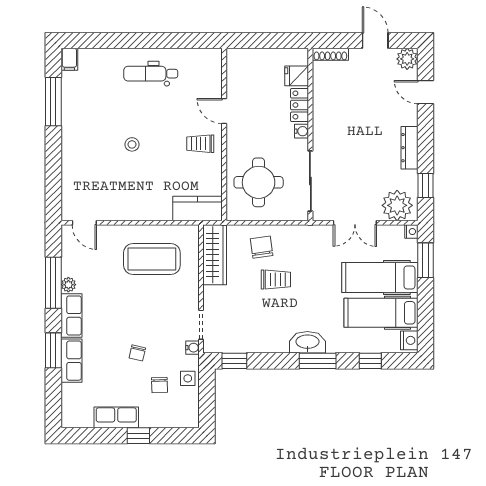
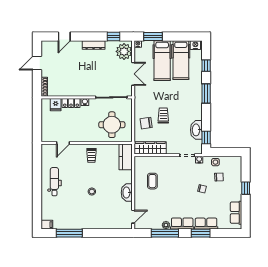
plant: (407, 59) -> (47, 46), removed
dental chair: (151, 74) -> (54, 182), turned 180
door: (224, 111) -> (63, 143), moved
washbasin: (130, 211) -> (127, 193), added
coffee table: (152, 259) -> (152, 181), width x0.54, depth x0.58
washbasin: (307, 342) -> (196, 130), moved
row of seats: (116, 417) -> (236, 213), moved

